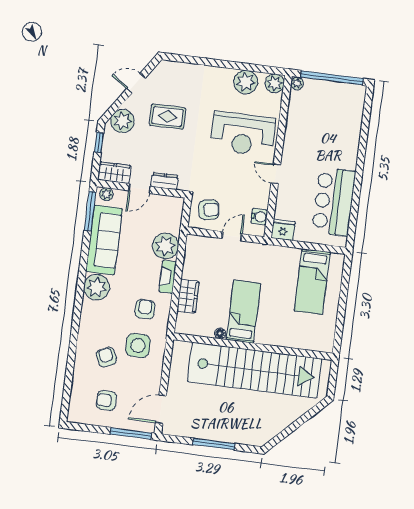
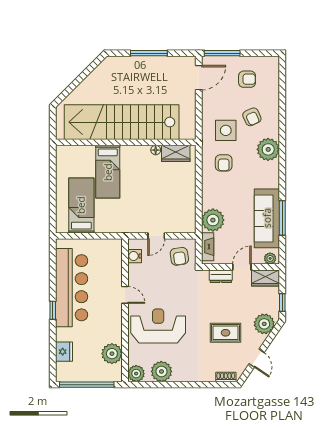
shoe rack: (174, 66) -> (226, 377), added
door: (136, 83) -> (257, 358), hinge flipped
plant: (297, 83) -> (112, 354), moved, width x1.87, depth x1.87
window: (360, 167) -> (53, 310), added
bar counter: (334, 202) -> (72, 288), width x1.36
armchair: (209, 210) -> (179, 256), turned -88
window: (90, 211) -> (282, 218), moved
fridge: (283, 230) -> (64, 352), moved, turned -90
fireplace: (168, 277) -> (208, 247), moved
plant: (97, 287) -> (268, 149), moved
wardrobe: (188, 296) -> (176, 153), moved, turned -90
bed: (243, 312) -> (108, 172), moved

